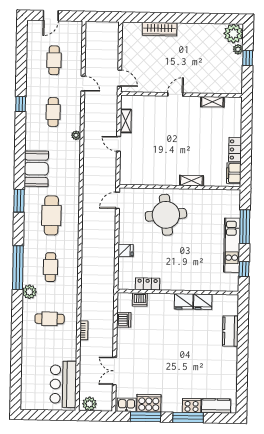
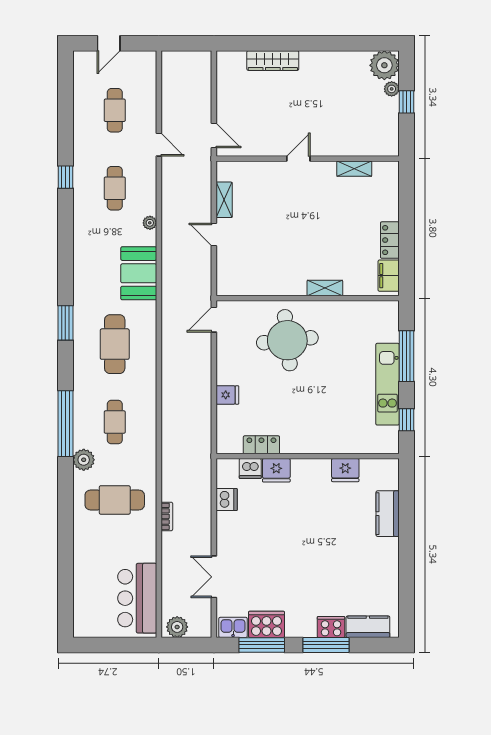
booth: (36, 169) -> (139, 273), moved
fridge: (184, 301) -> (276, 470), moved
cafe table: (50, 319) -> (115, 500), width x1.37, depth x1.35

